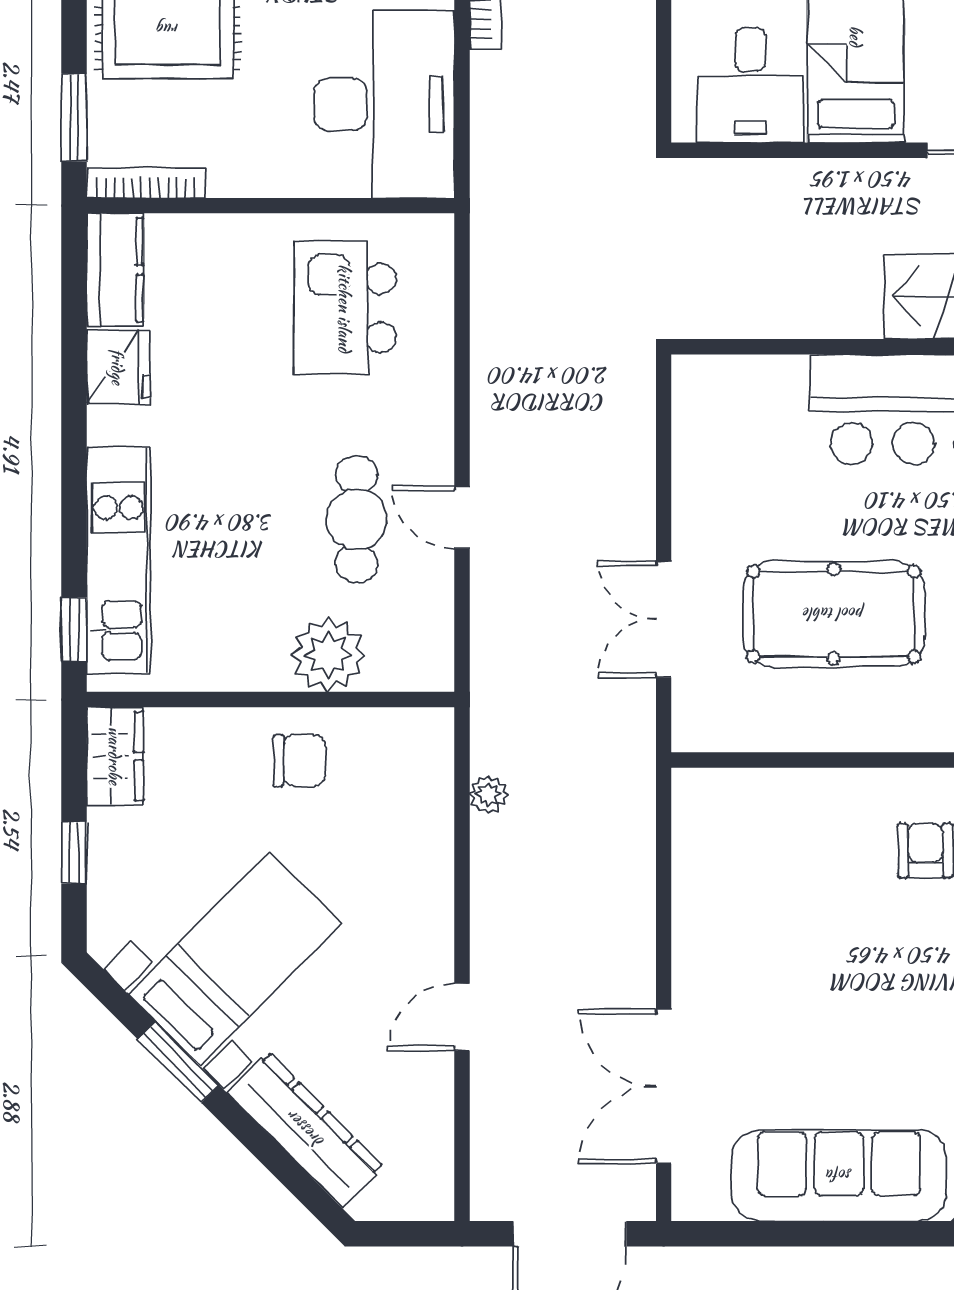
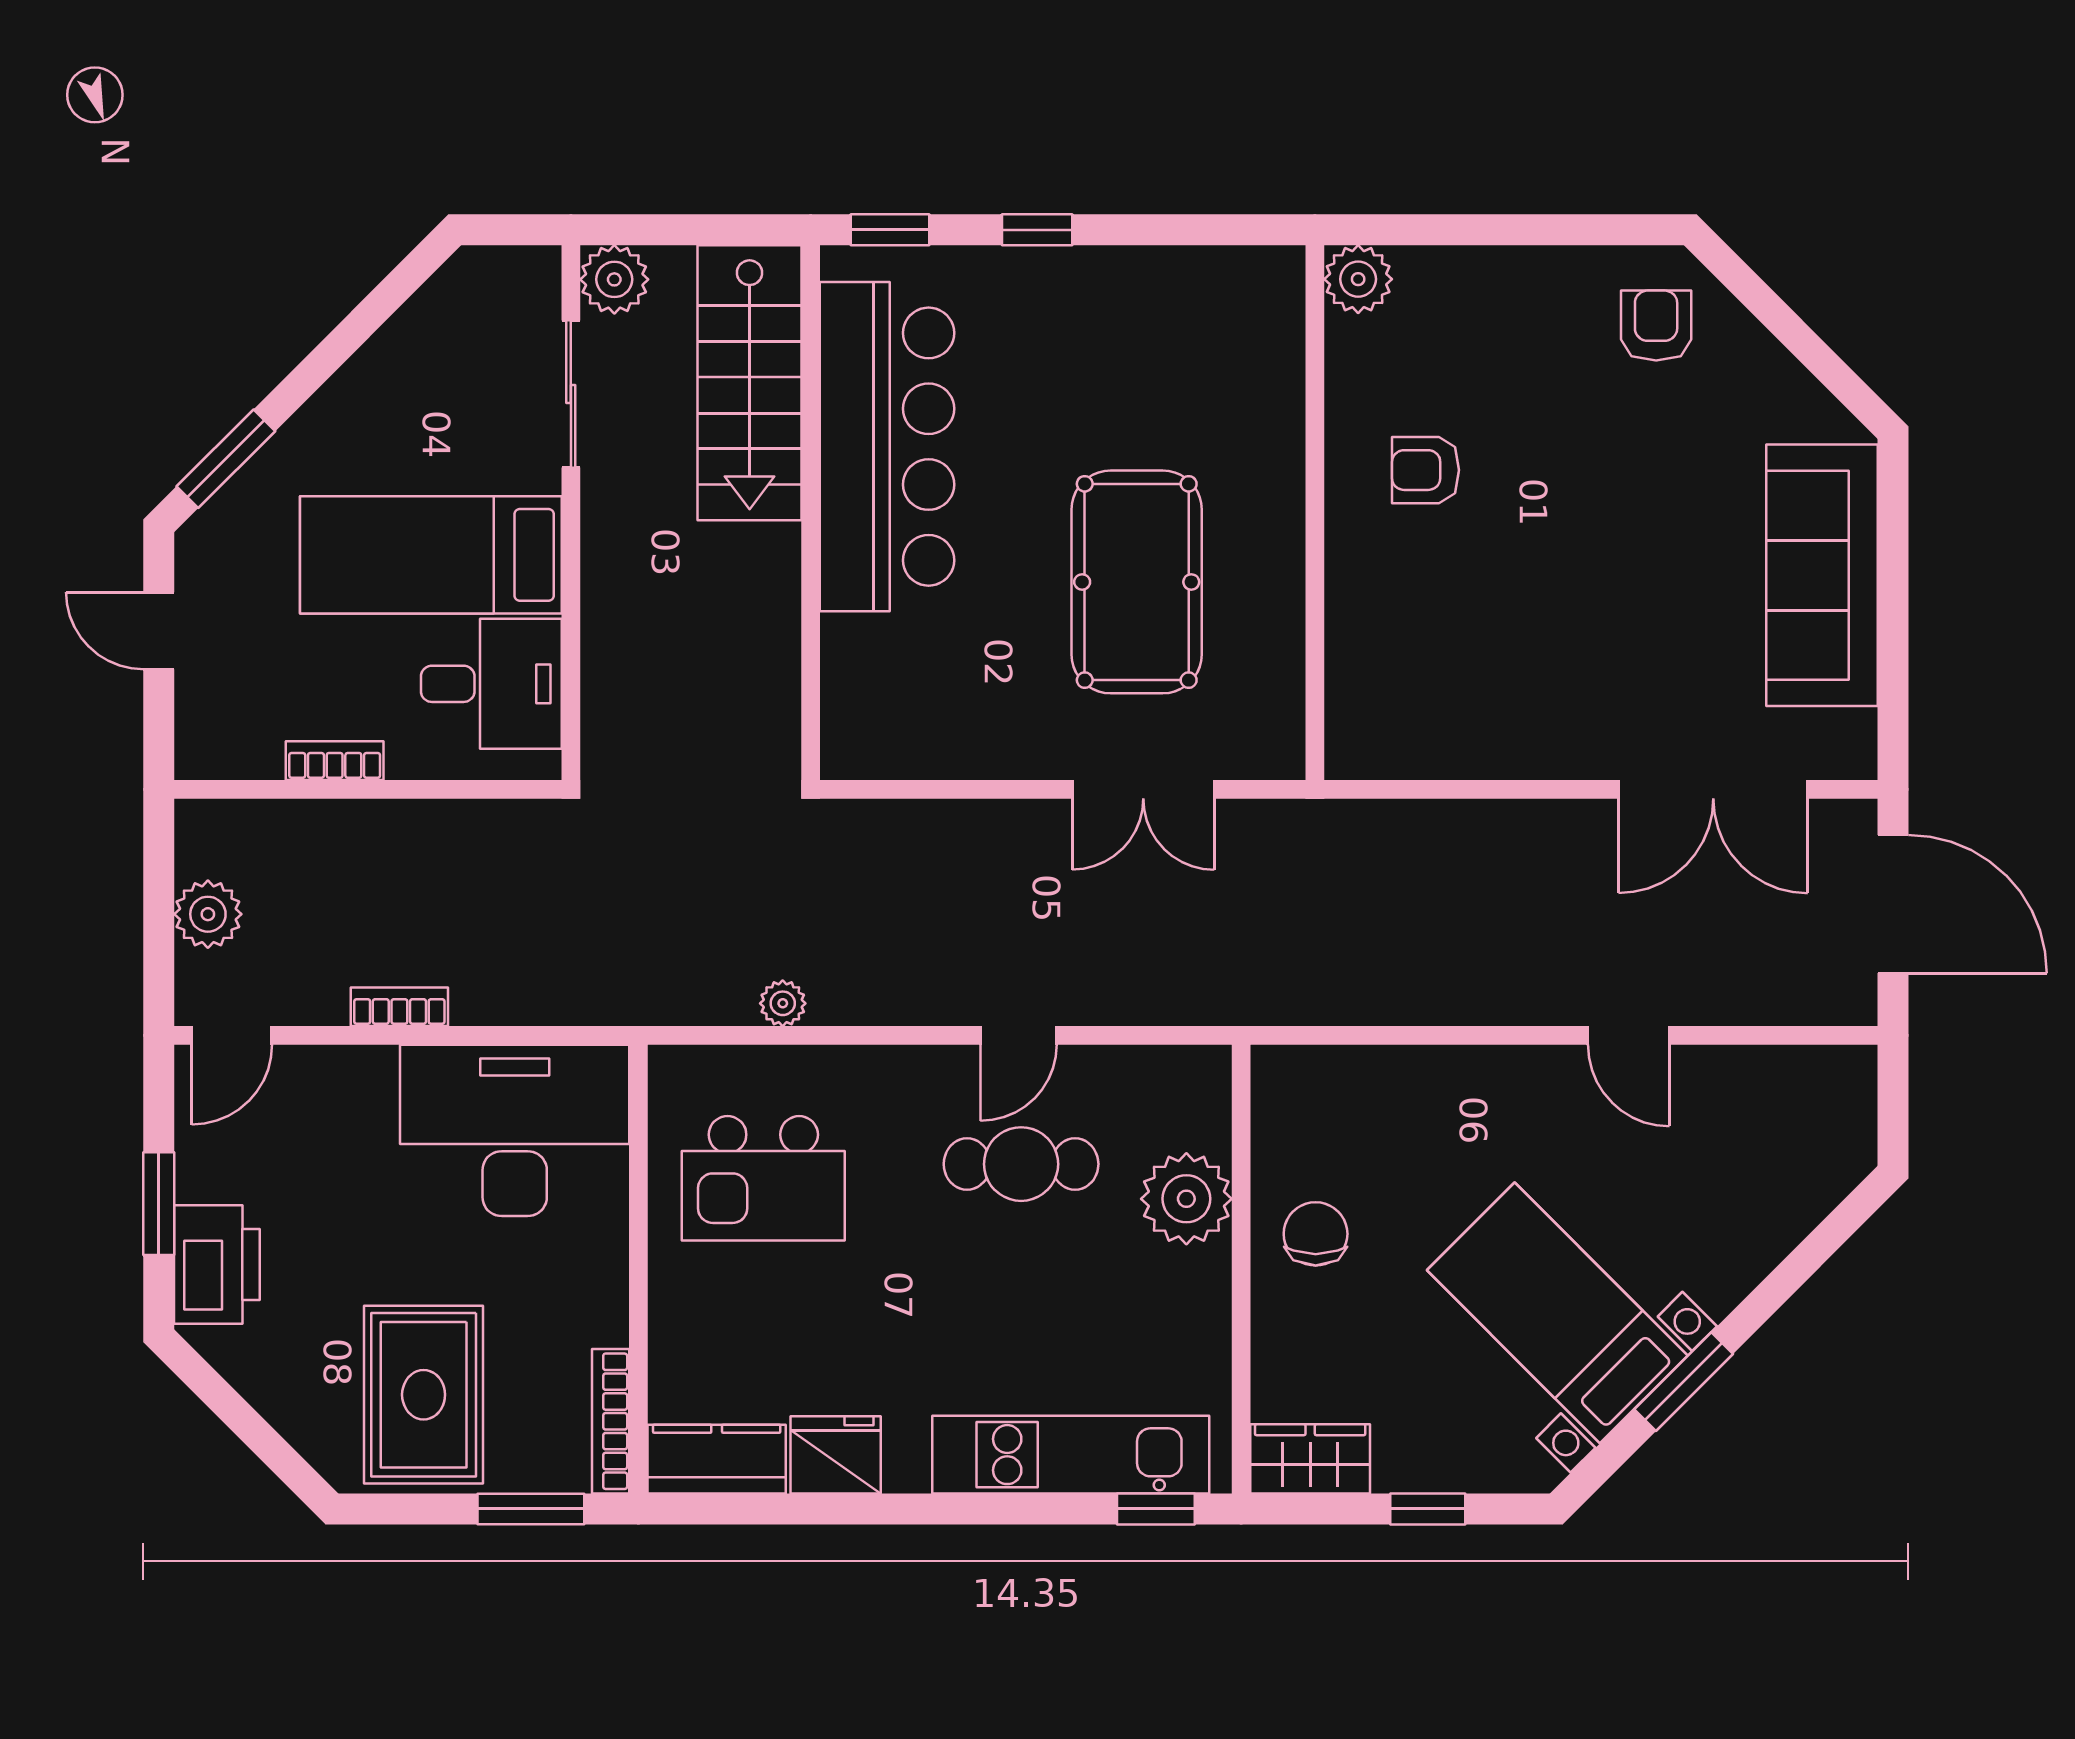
plant: (488, 794) -> (783, 1003), moved
dresser: (305, 1130) -> (1766, 1227), removed

